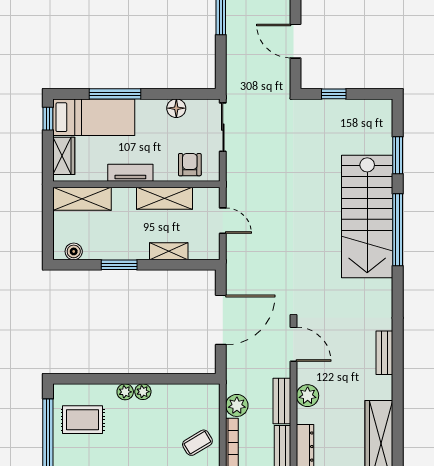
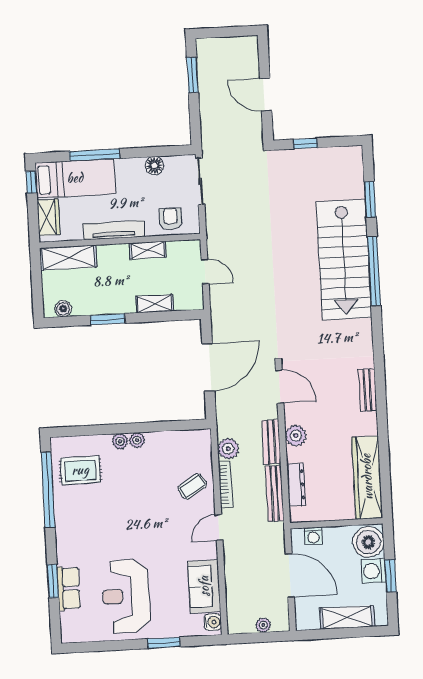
tv unit: (130, 173) -> (114, 230), width x1.41
shelving: (165, 198) -> (148, 250), width x0.67, depth x0.75

